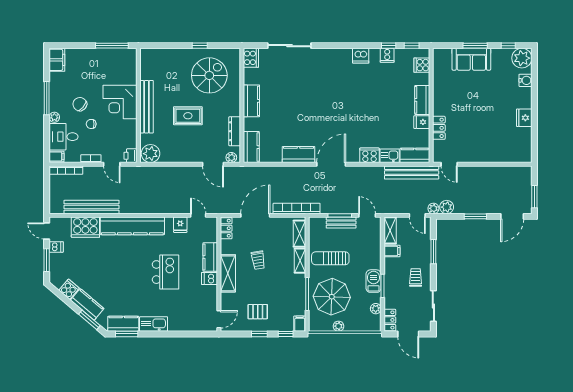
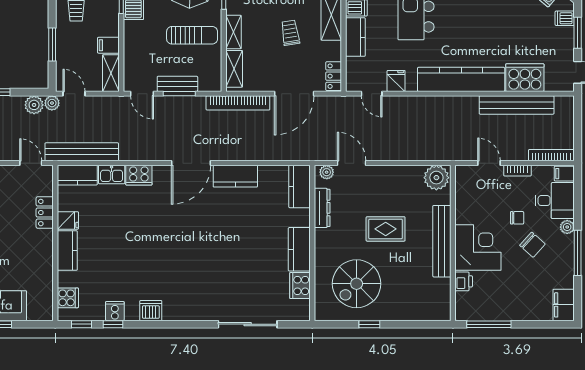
cooker: (251, 58) -> (300, 286), moved
printer: (130, 156) -> (464, 281), moved
dishwasher: (56, 247) -> (565, 18), moved

